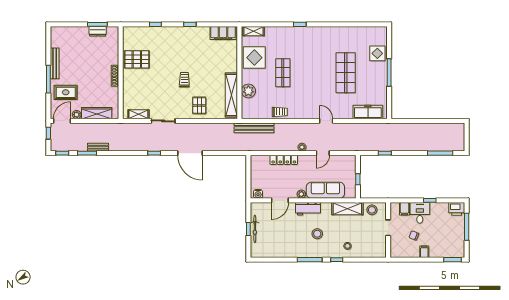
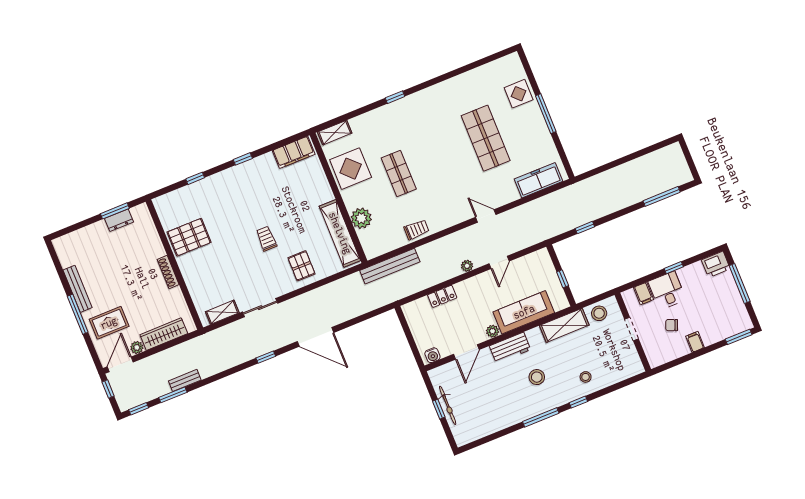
locker: (284, 160) -> (442, 296), width x0.66

